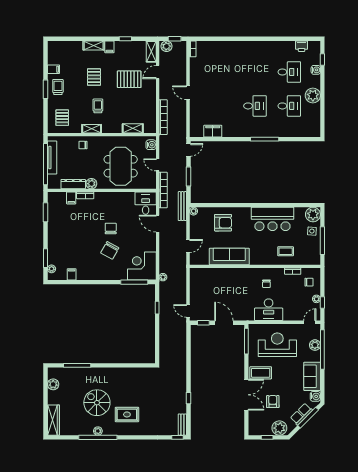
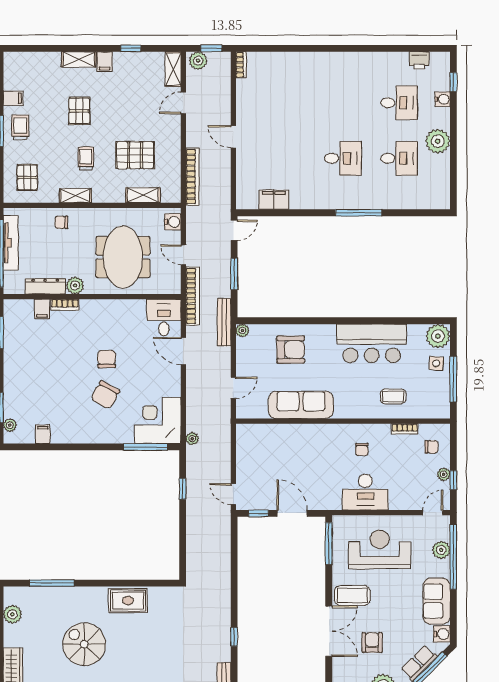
pallet: (129, 79) -> (135, 155), moved
rug: (127, 414) -> (128, 601), moved

